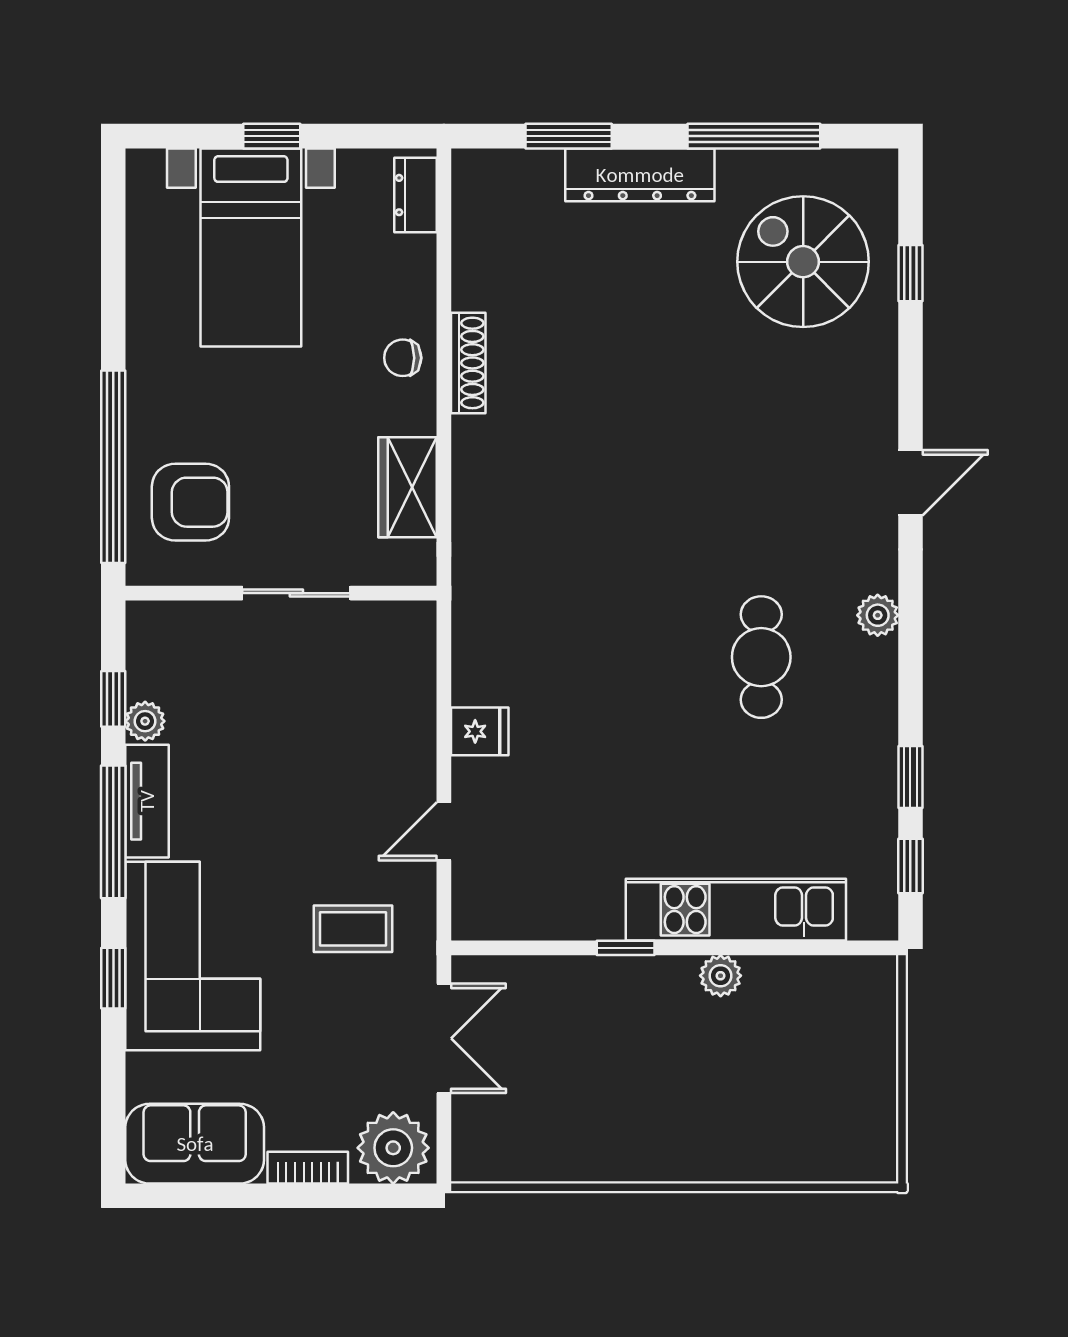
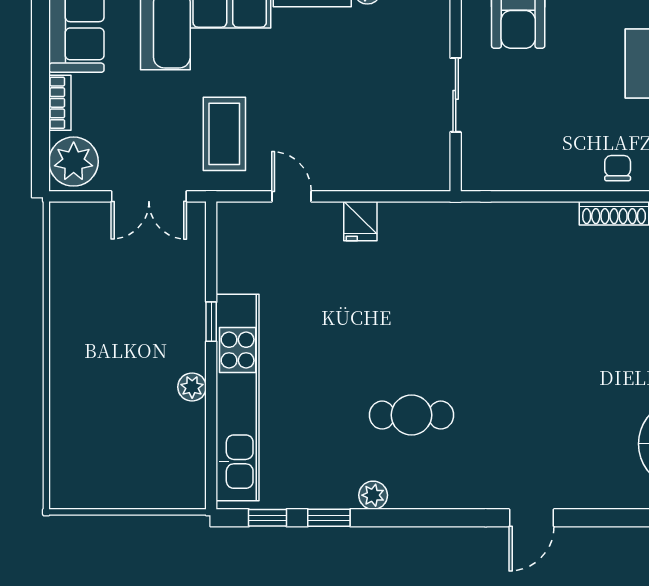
door: (910, 483) -> (531, 518), hinge flipped
wardrobe: (407, 487) -> (528, 171), removed
plant: (878, 615) -> (373, 495), moved
kitchen unit: (736, 910) -> (238, 398), width x1.36
coffee table: (353, 929) -> (224, 134), width x1.36, depth x1.30

